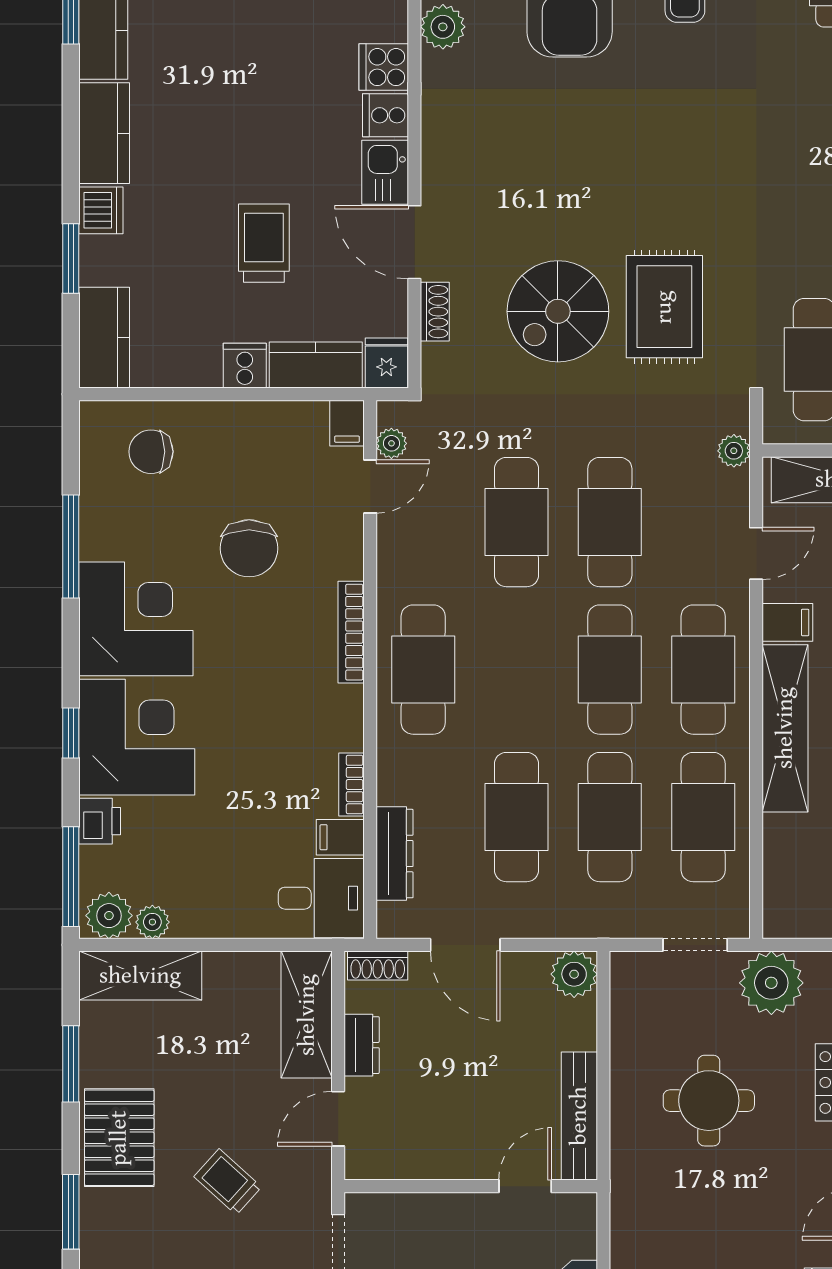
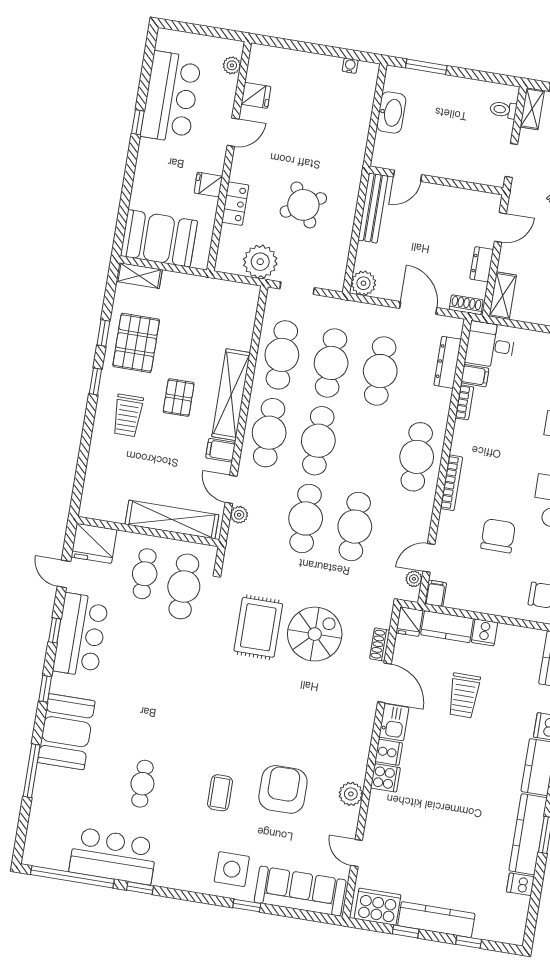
plant: (734, 451) -> (239, 515), moved
door: (756, 553) -> (231, 489), hinge flipped
shelving: (307, 1015) -> (503, 296), width x0.67, depth x0.75
round table: (709, 1101) -> (303, 205), turned -30

